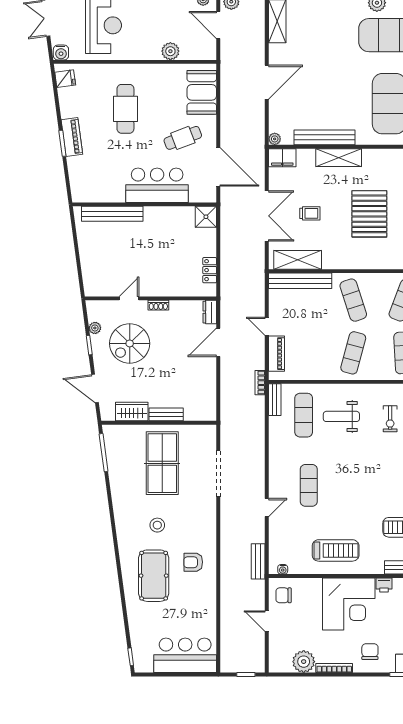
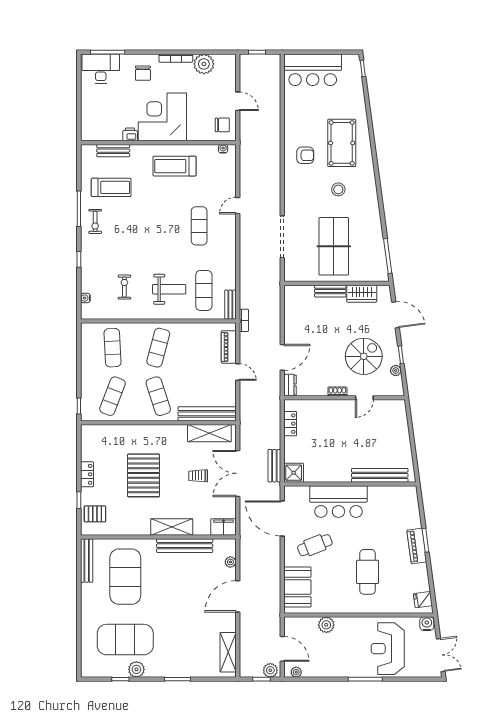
plant: (275, 139) -> (230, 562), moved
bench: (258, 561) -> (274, 466), moved

